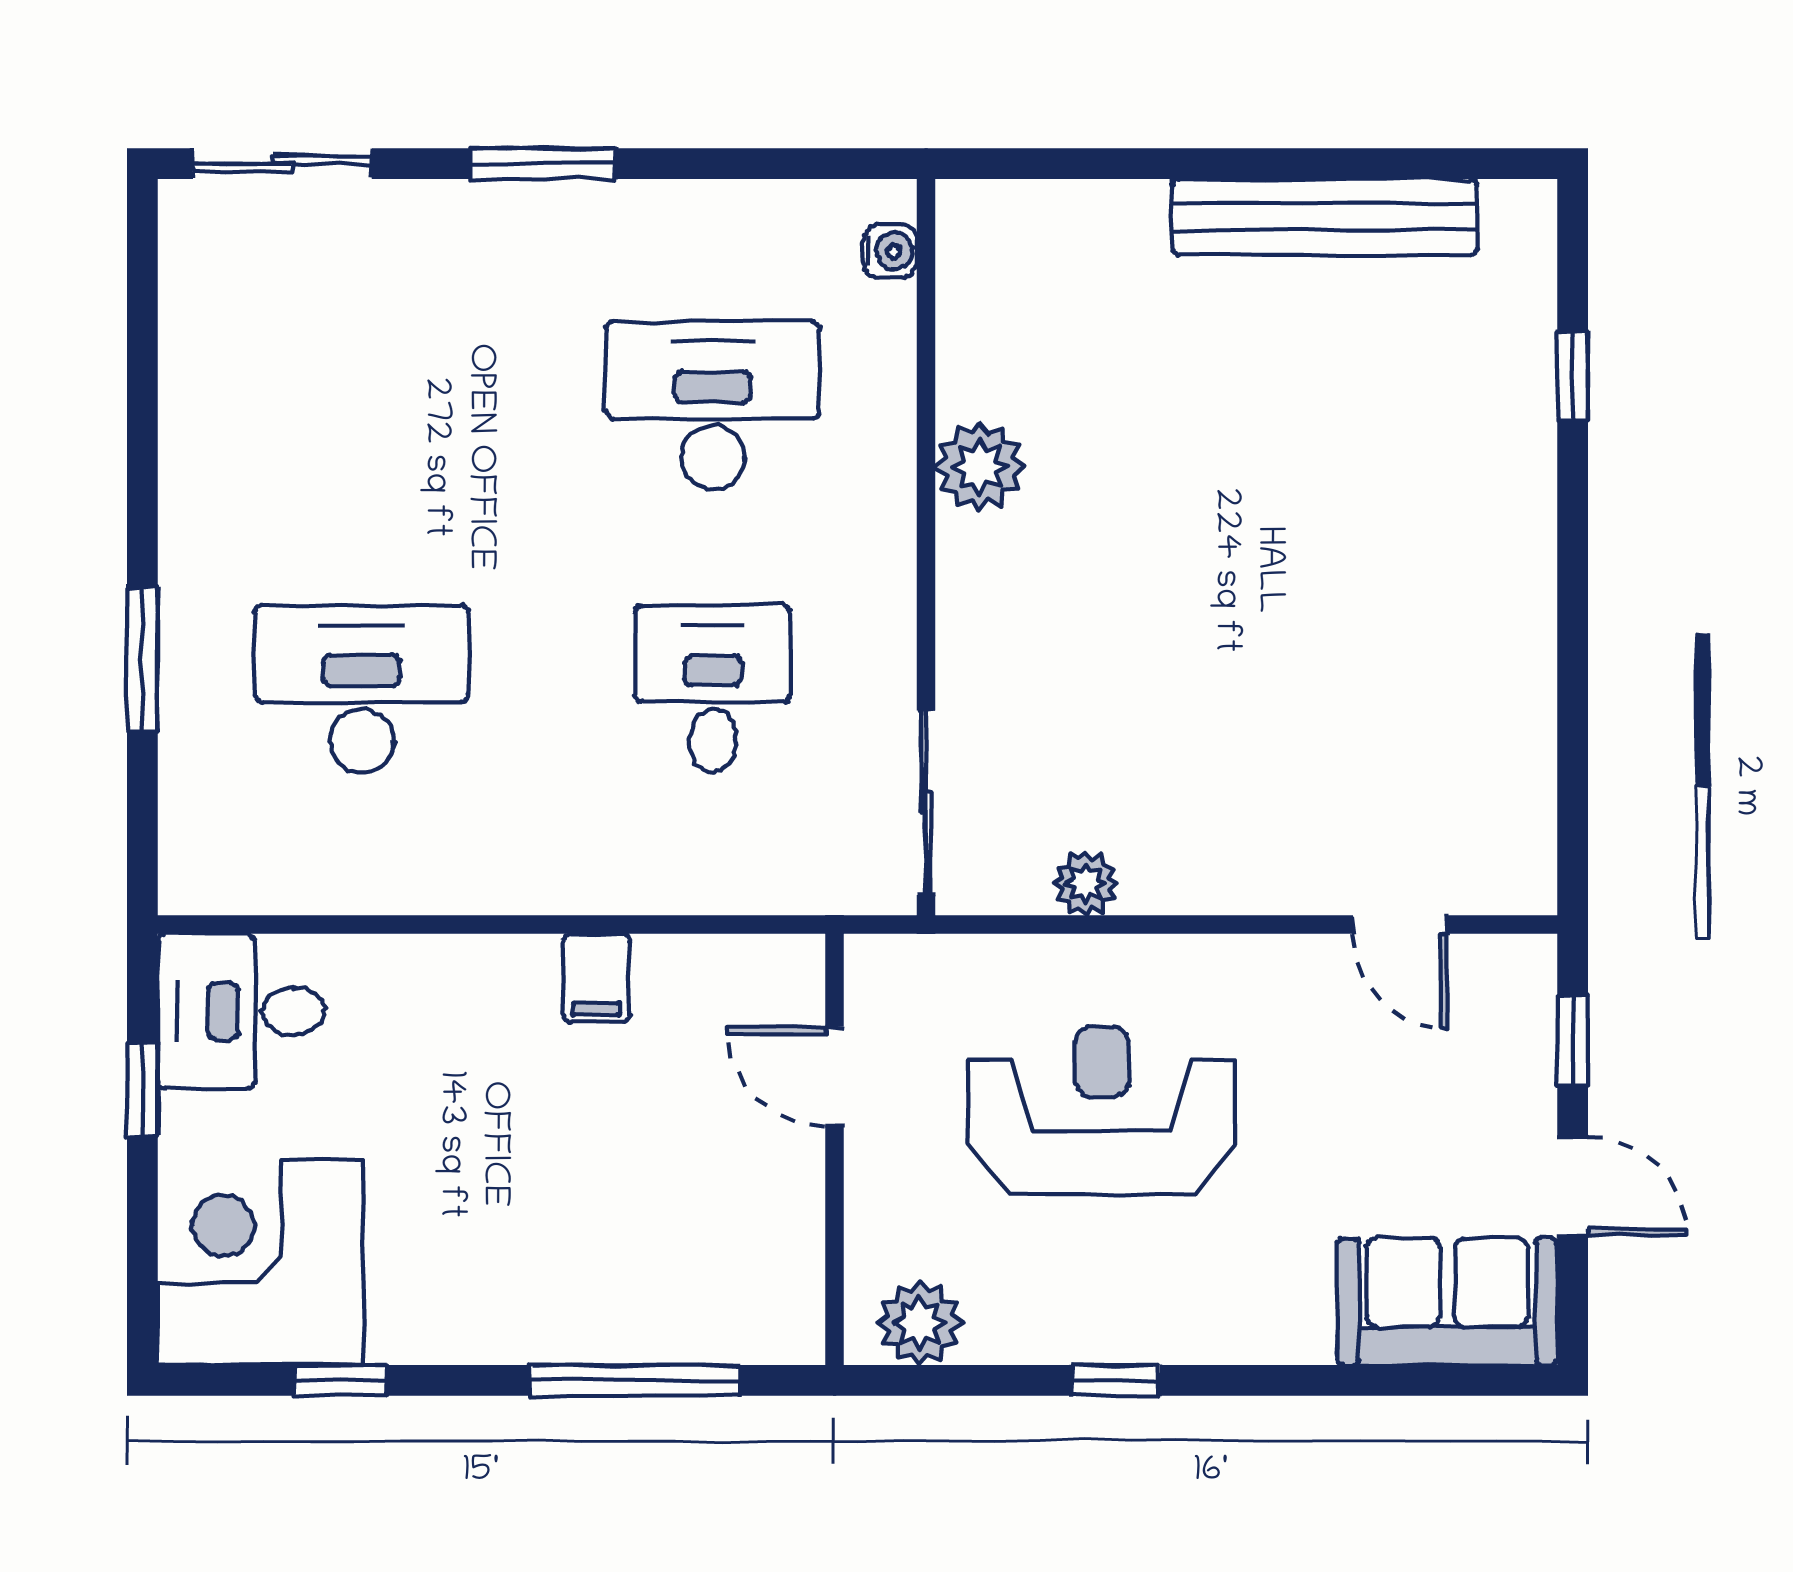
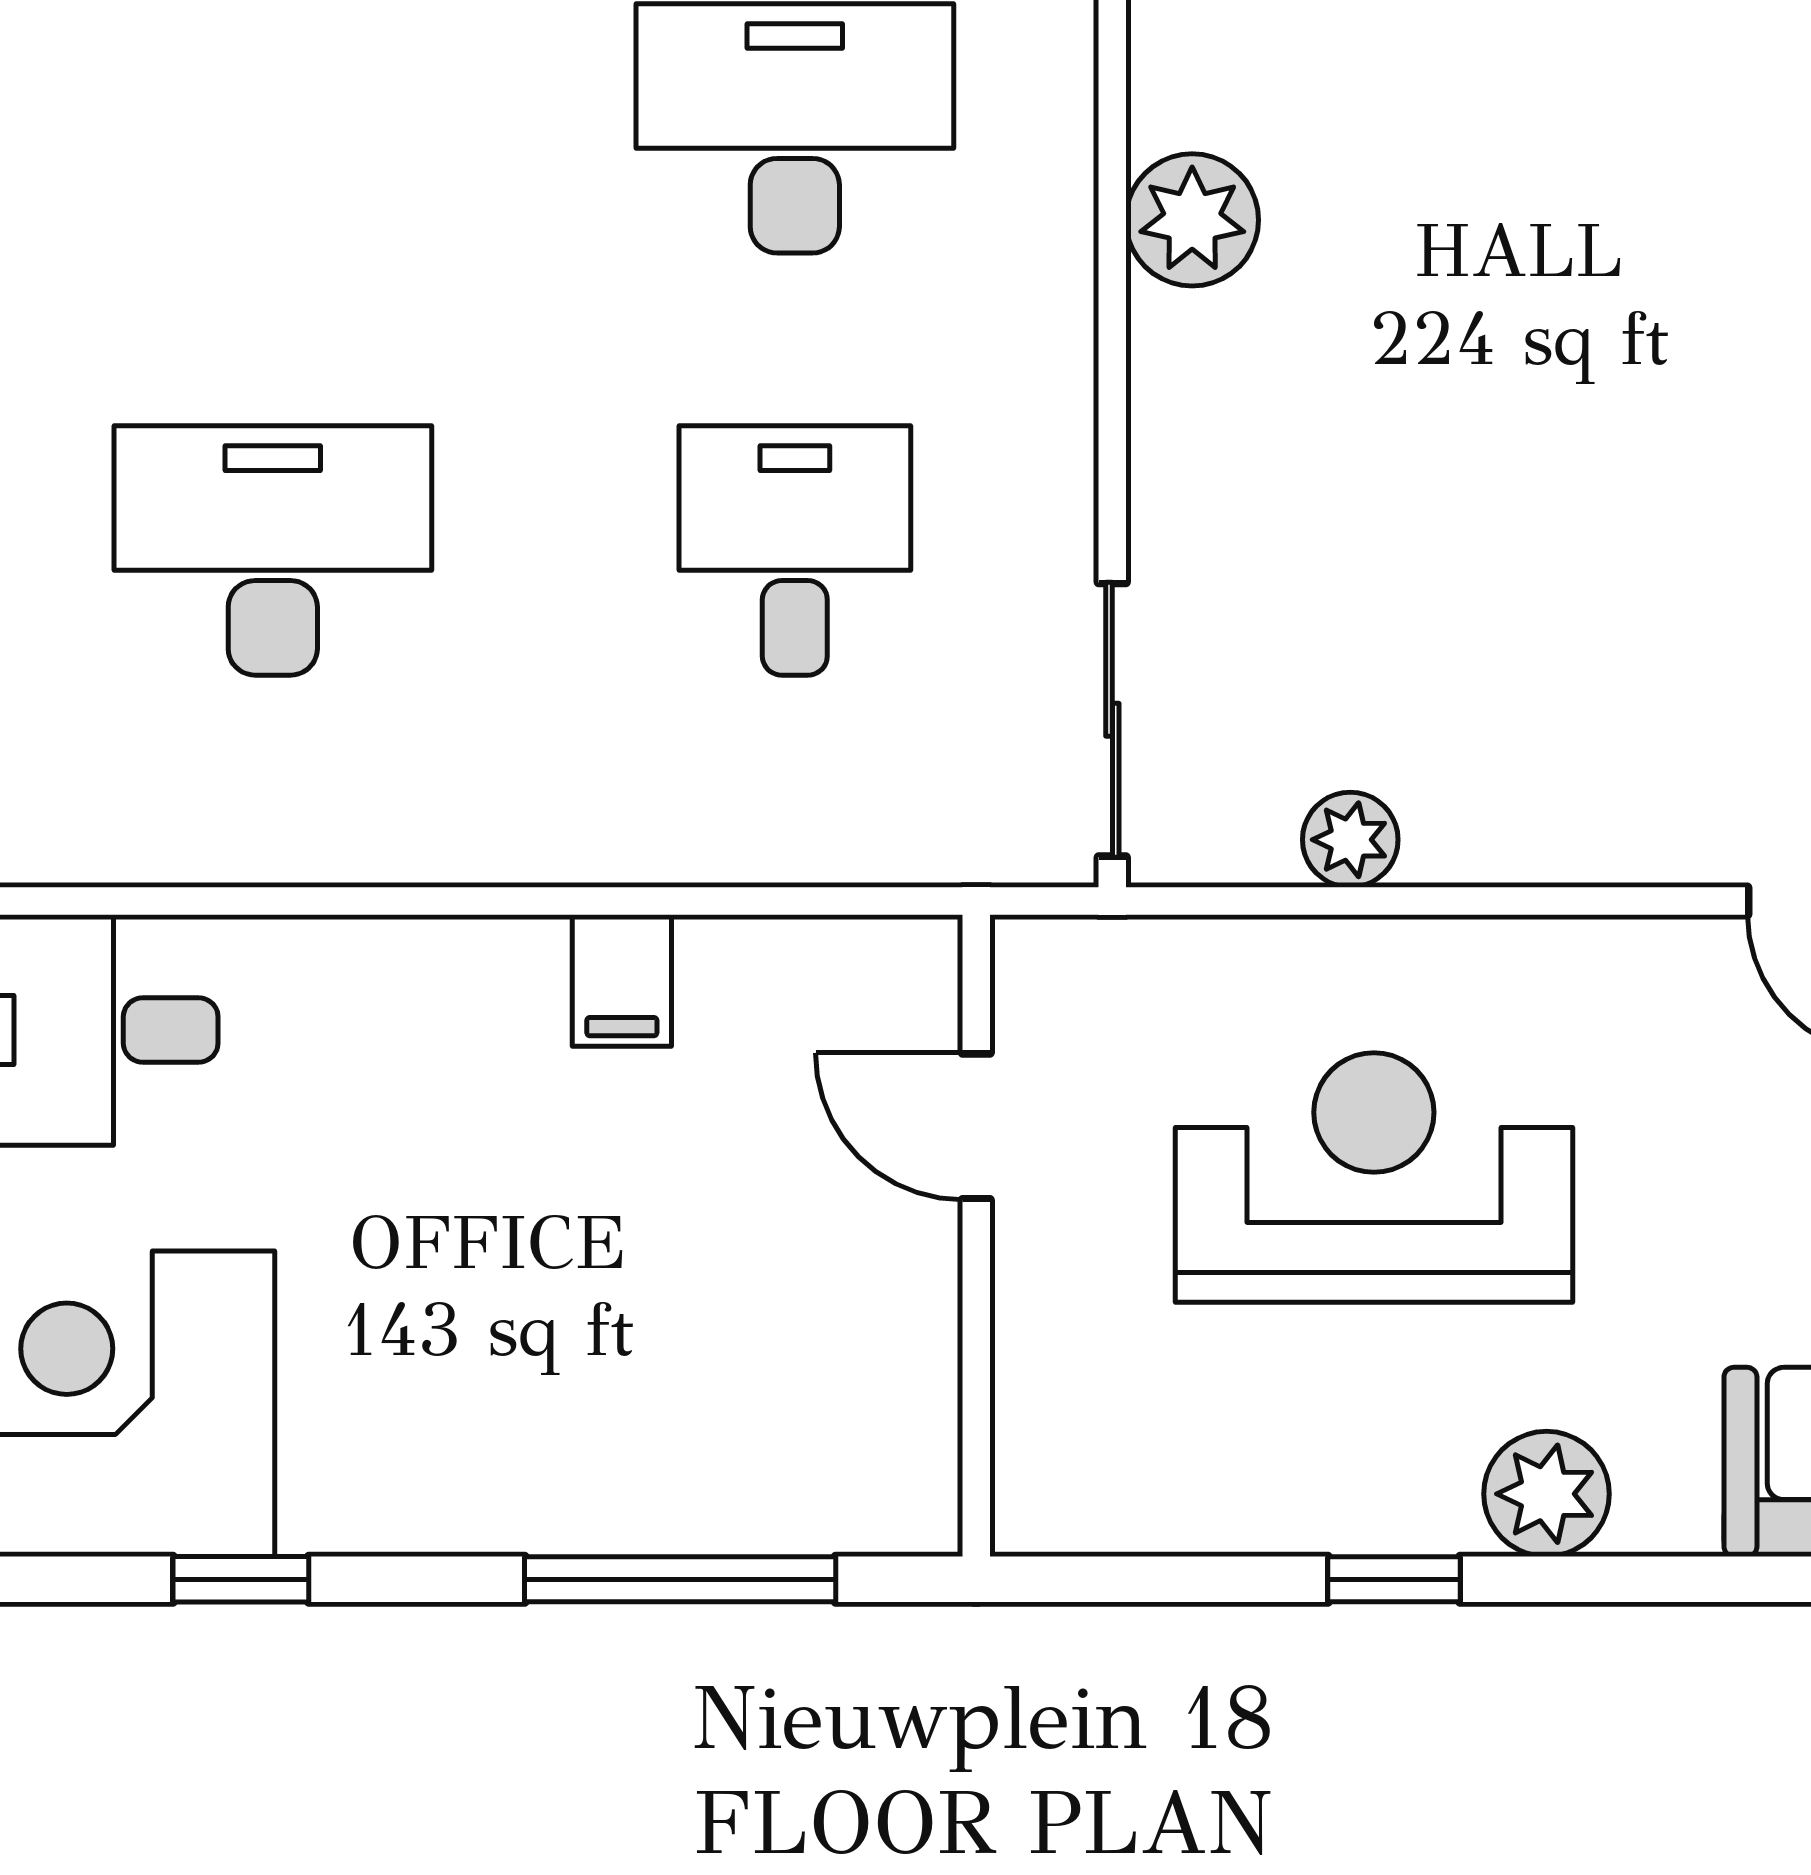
plant: (919, 1323) -> (1547, 1494), moved

